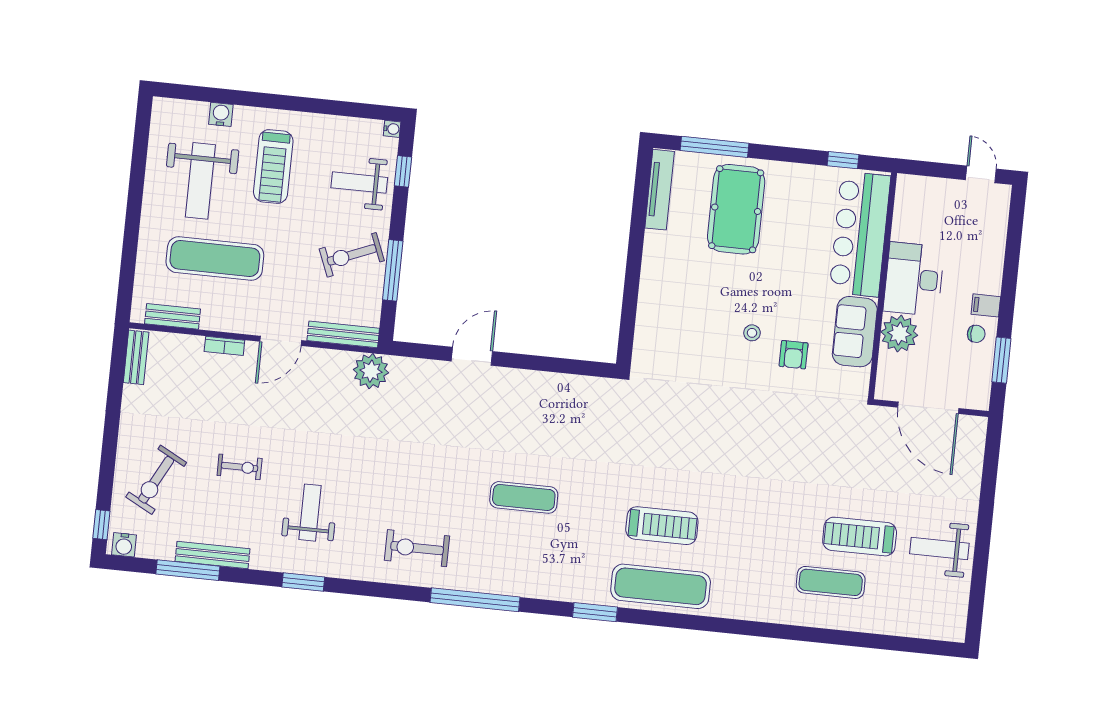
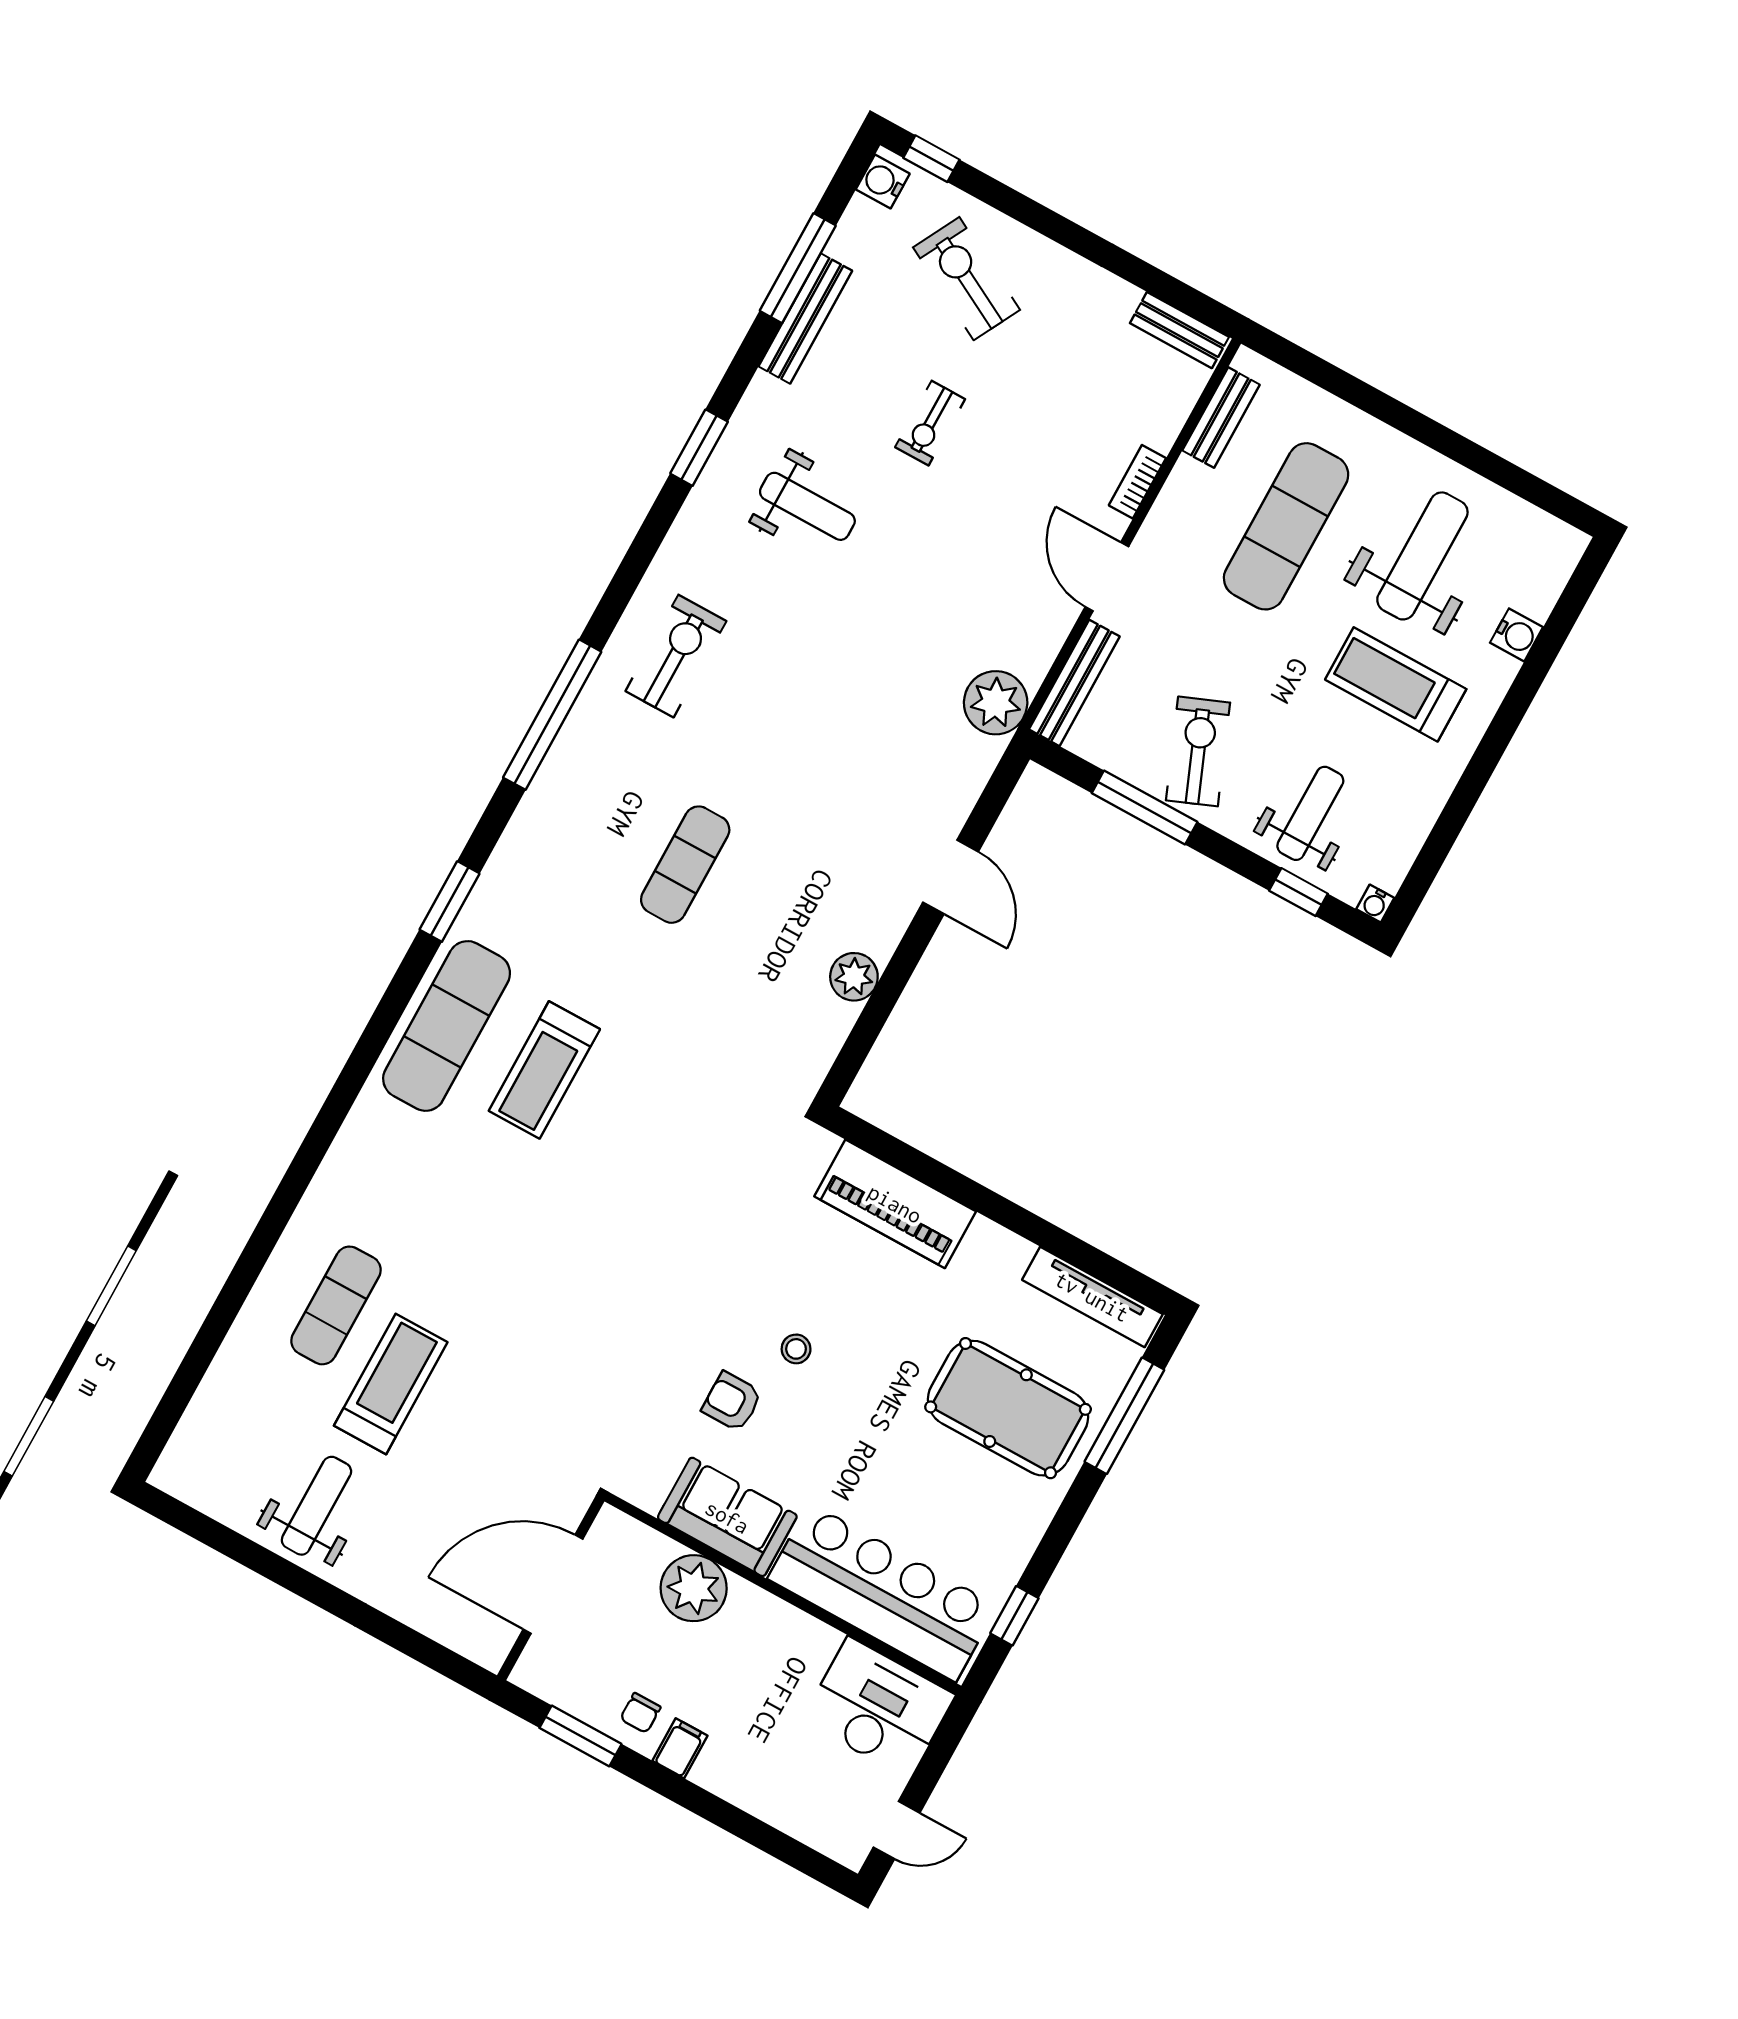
weight bench: (200, 181) -> (1422, 556), turned 90
desk: (914, 279) -> (879, 1708), moved
piano: (654, 313) -> (895, 1204), added
plant: (545, 385) -> (854, 977), added

